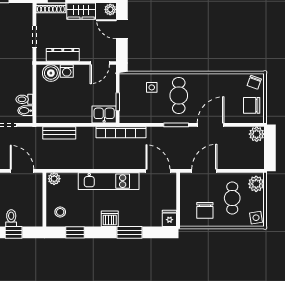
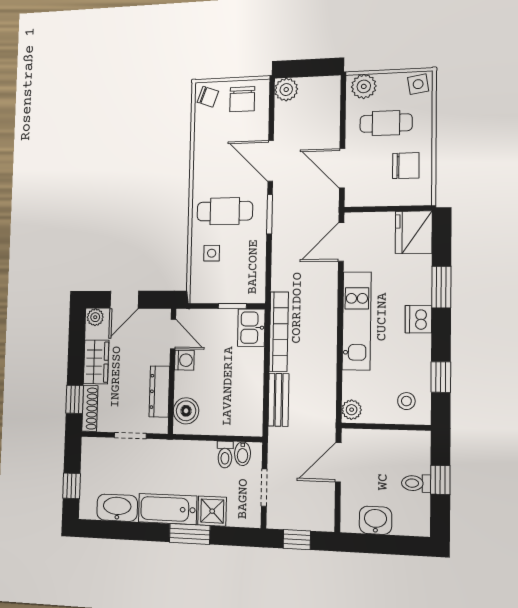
washing machine: (67, 71) -> (184, 360), moved
bookcase: (121, 132) -> (279, 332), moved
fridge: (169, 218) -> (414, 232), width x1.88, depth x1.34

